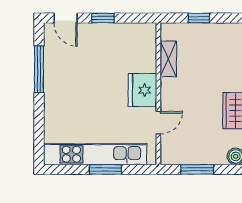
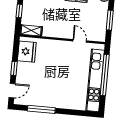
shelving: (168, 59) -> (31, 30), moved
fridge: (142, 90) -> (27, 52), moved, turned -90
window: (105, 169) -> (105, 75), width x2.11

